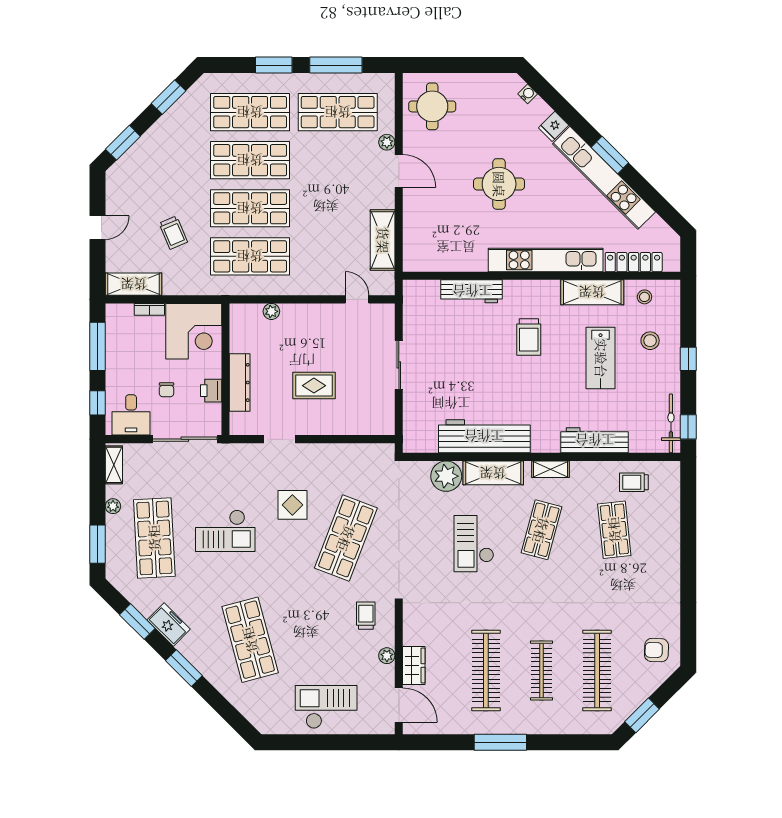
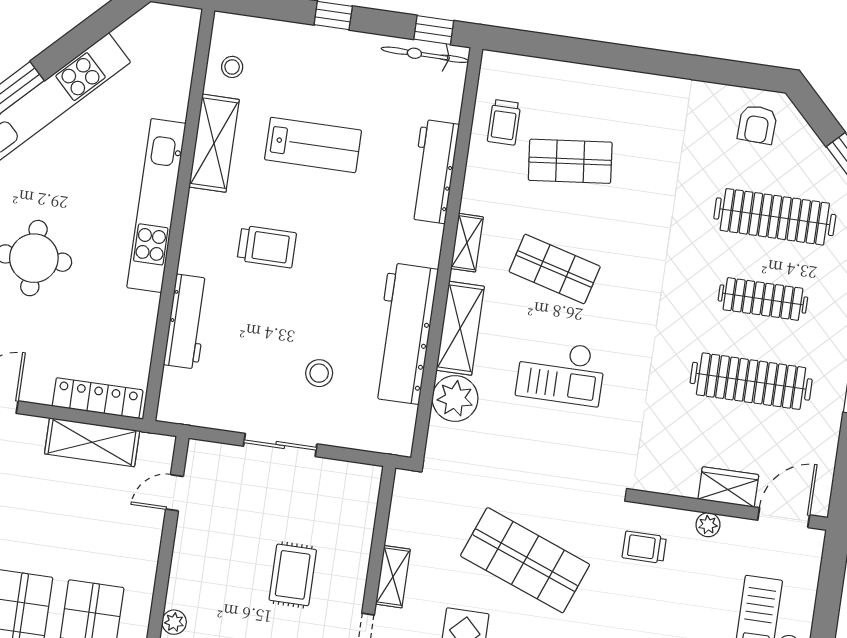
locker: (634, 262) -> (98, 398), moved, turned 90
stool: (650, 341) -> (319, 373), moved
shelving: (322, 452) -> (393, 577), added

